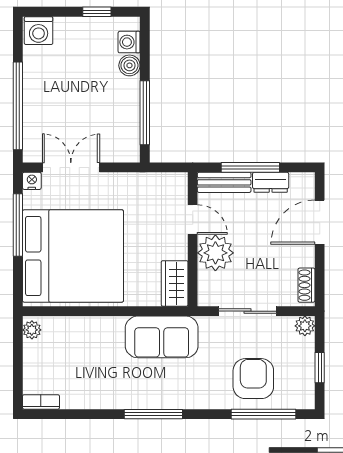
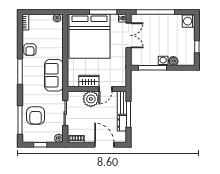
washing machine: (129, 42) -> (163, 61), moved
wardrobe: (175, 283) -> (89, 81), moved
armchair: (253, 379) -> (36, 116), turned 90
armchair: (103, 391) -> (30, 50), added

